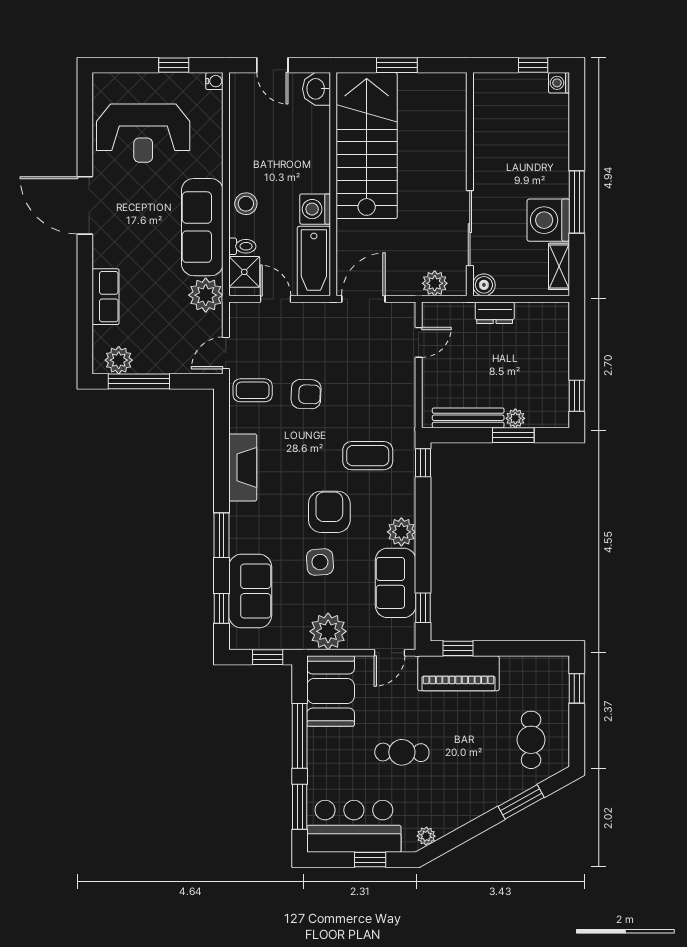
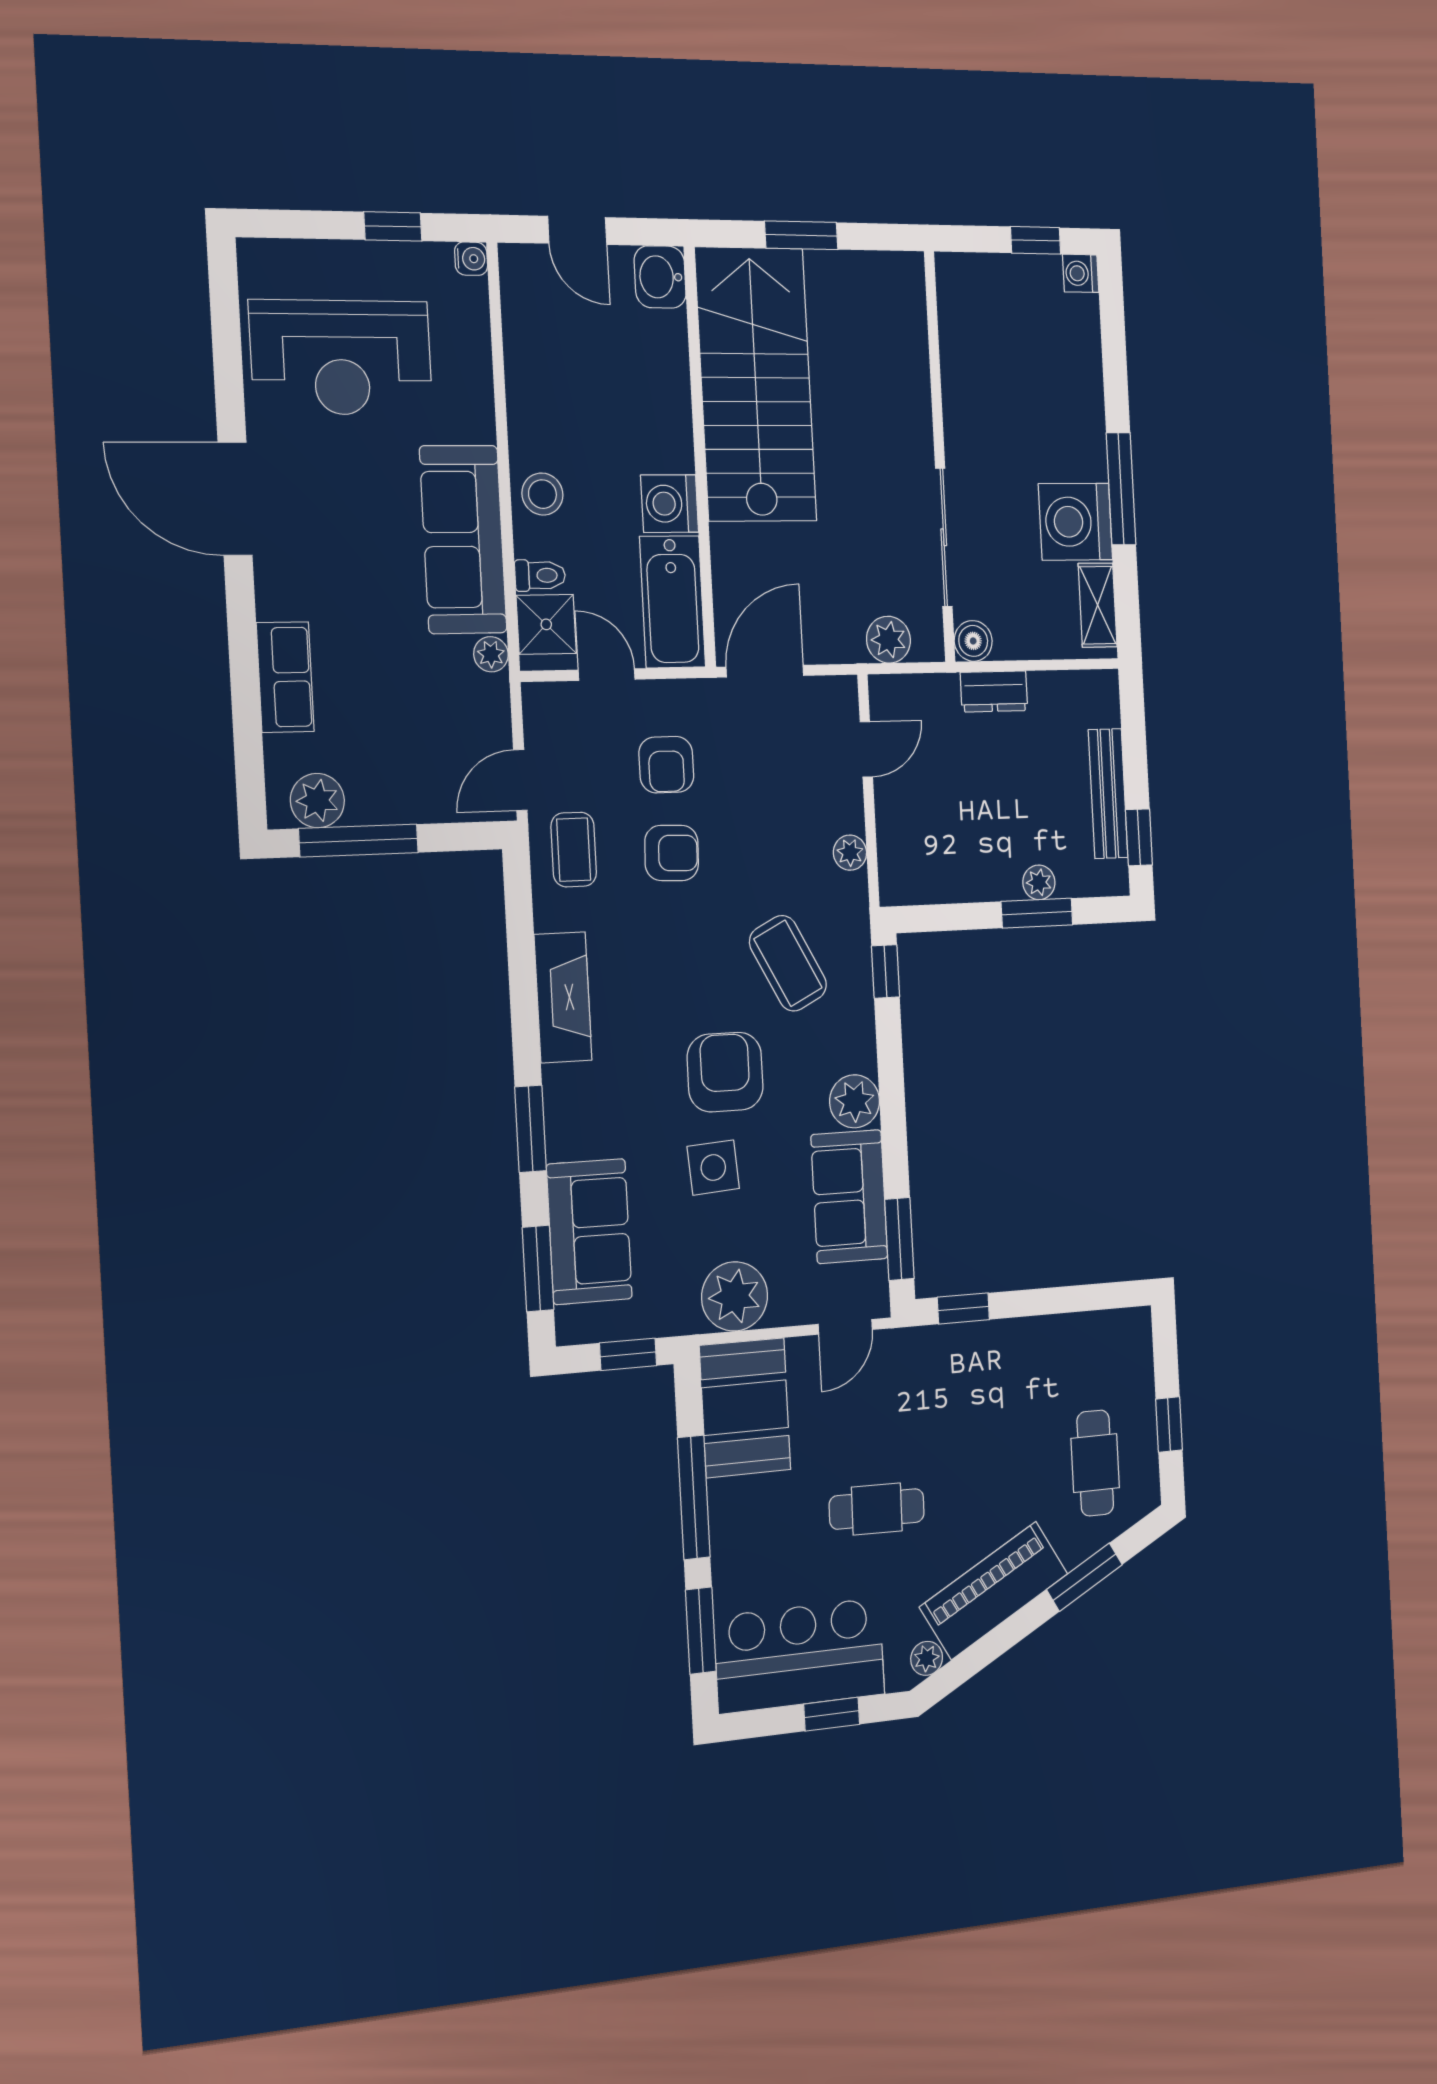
plant: (206, 295) -> (491, 654), width x0.53, depth x0.53
armchair: (306, 347) -> (666, 765), added
coffee table: (253, 390) -> (574, 850), turned 90
plant: (406, 398) -> (850, 853), added
bench: (468, 418) -> (1108, 794), moved, turned 90
coffee table: (368, 456) -> (788, 963), turned 63
window: (221, 608) -> (538, 1269), width x1.50
window: (423, 608) -> (899, 1239), width x1.50
piano: (458, 673) -> (994, 1590), moved, turned 151
window: (577, 688) -> (1169, 1424), moved

